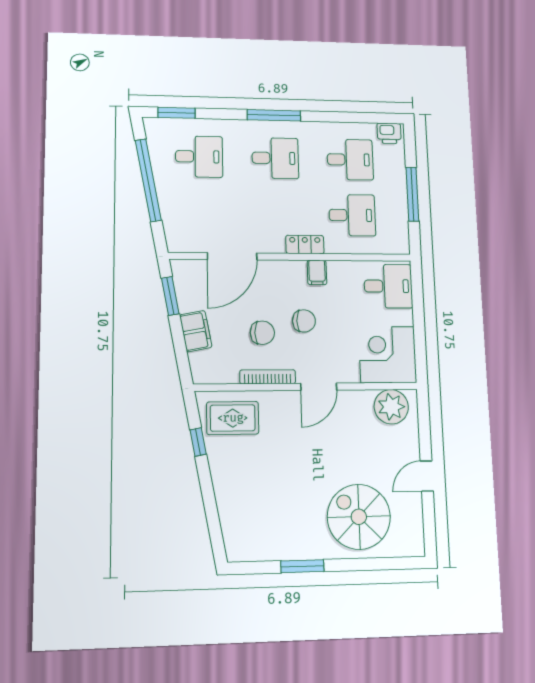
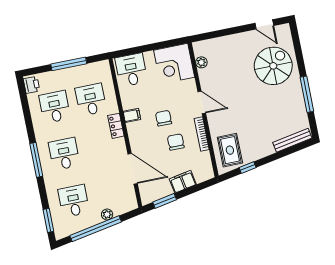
plant: (167, 202) -> (107, 214), added
plant: (391, 407) -> (201, 62), width x0.53, depth x0.53
door: (427, 476) -> (264, 24), moved
spiral stairs: (359, 517) -> (273, 66), turned 180
bench: (230, 527) -> (292, 140), added
window: (302, 566) -> (307, 94), width x1.44

